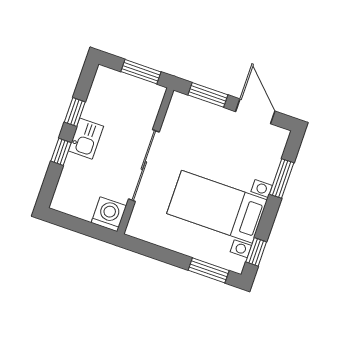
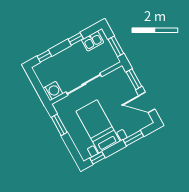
door: (255, 111) -> (147, 102), swing flipped
kitchen sink: (86, 139) -> (93, 41), moved
window: (61, 152) -> (44, 56), moved
window: (209, 270) -> (59, 125), moved

